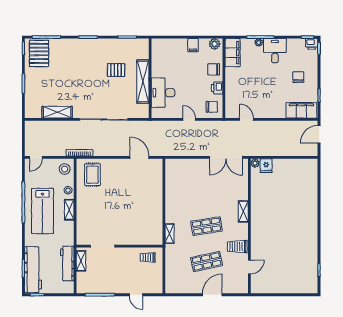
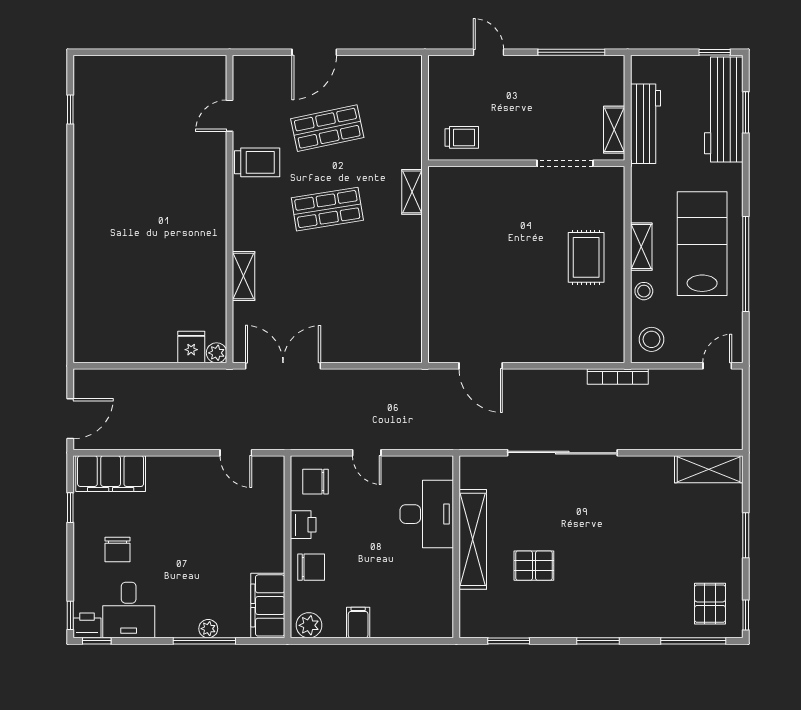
desk: (275, 51) -> (129, 610), moved
pallet: (39, 53) -> (710, 604), width x0.67, depth x0.71
shelving: (57, 112) -> (709, 469), moved
rug: (92, 175) -> (586, 257), moved
shelving: (243, 211) -> (244, 276), moved

